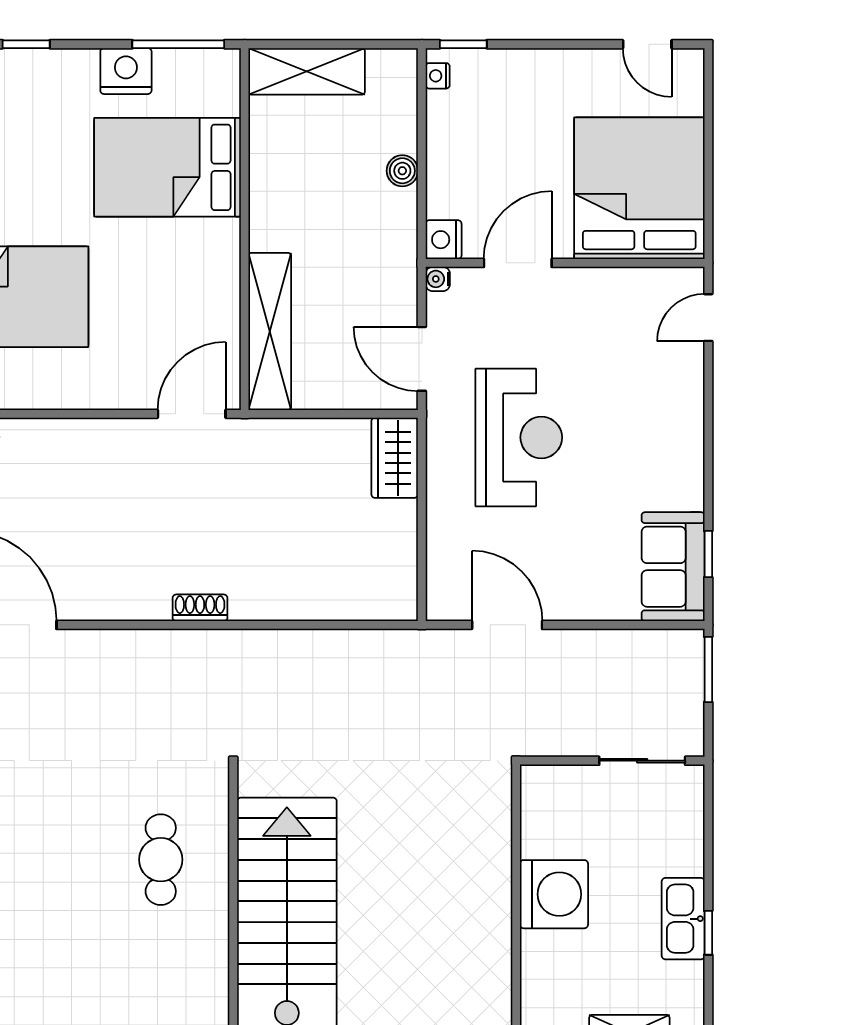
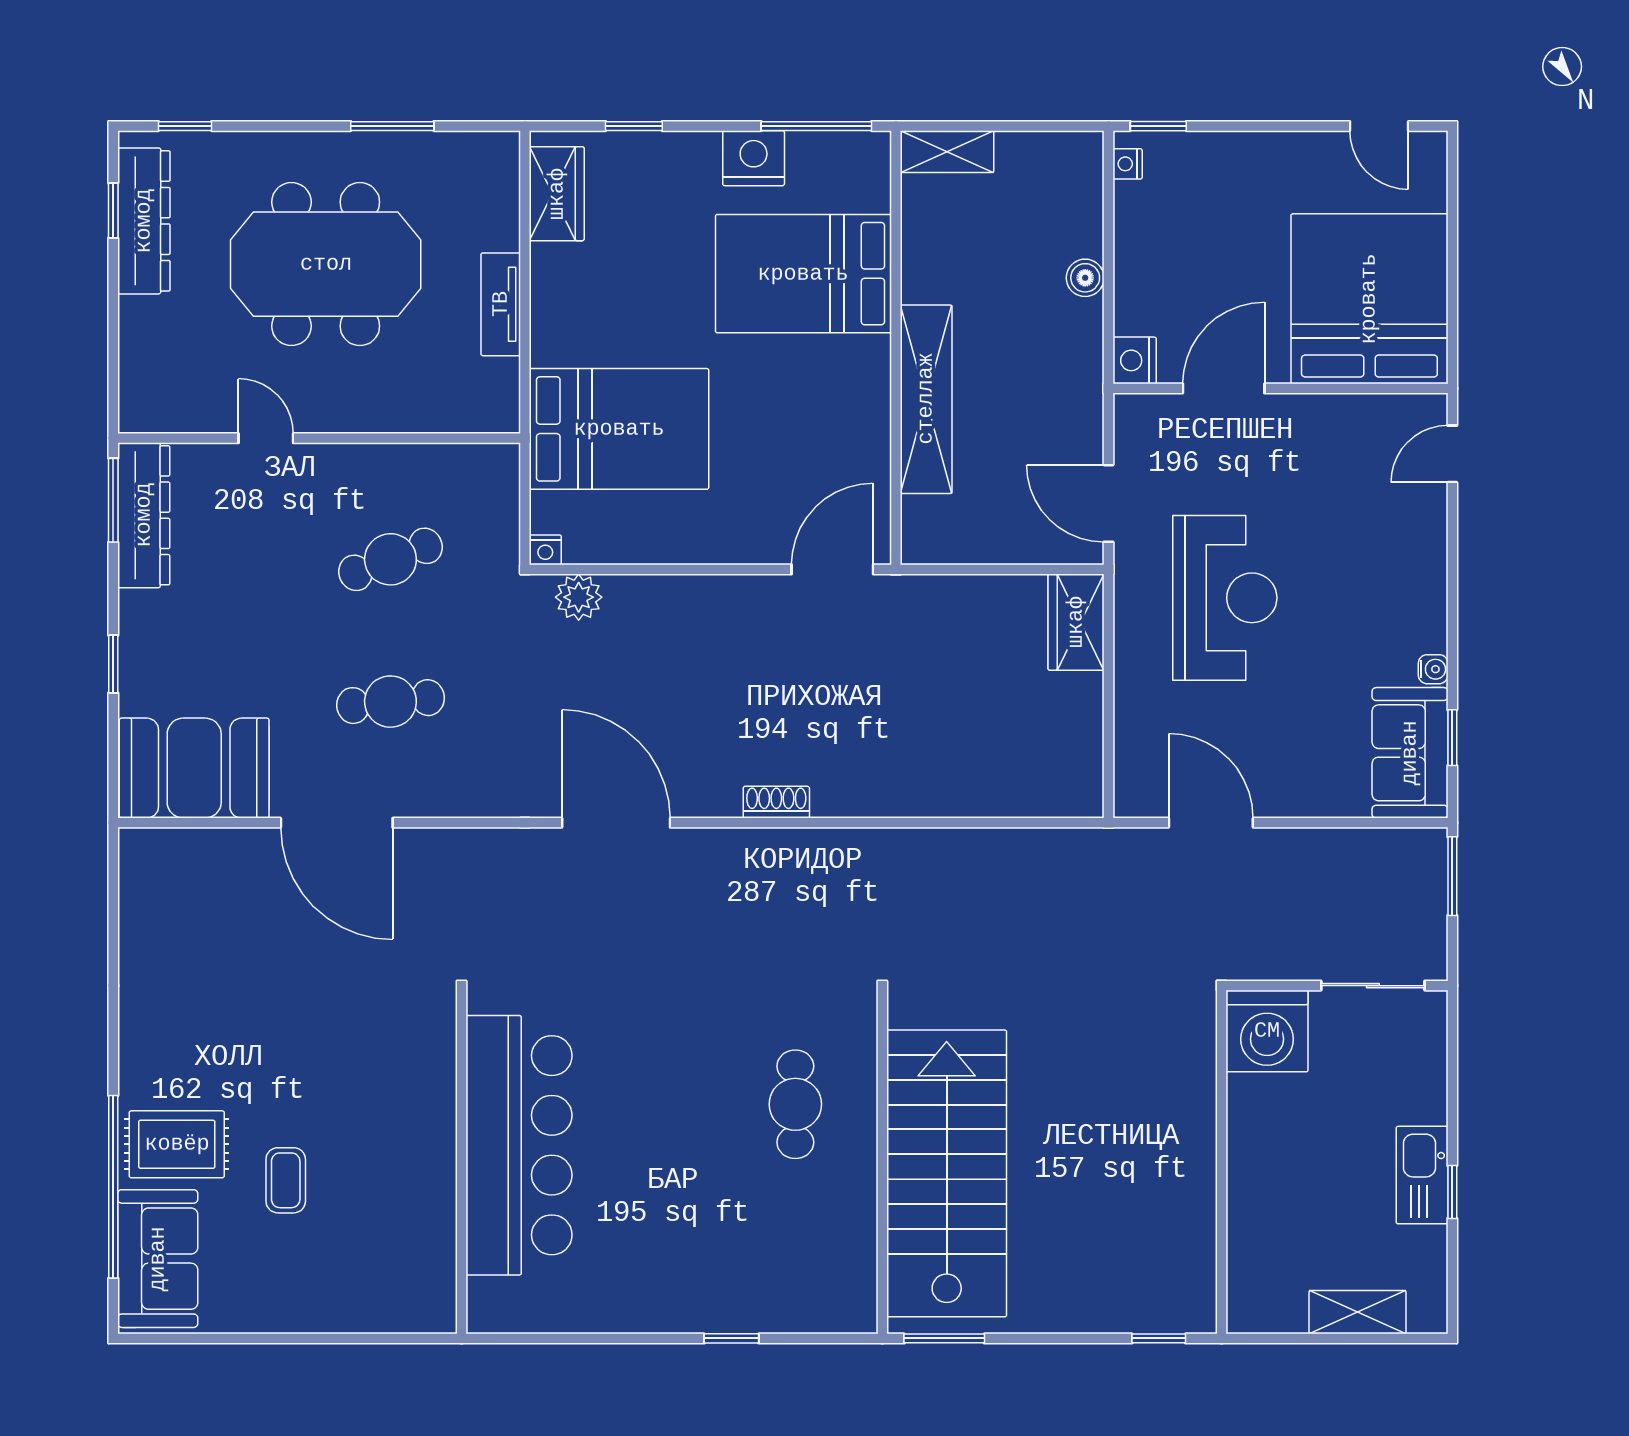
shelving: (307, 71) -> (947, 152), width x0.67, depth x0.75
water cooler: (438, 279) -> (1433, 669), moved, turned 180
shelving: (270, 331) -> (926, 399), moved
shoe rack: (200, 608) -> (776, 802), moved
washing machine: (554, 894) -> (1267, 1031), moved, turned 90

